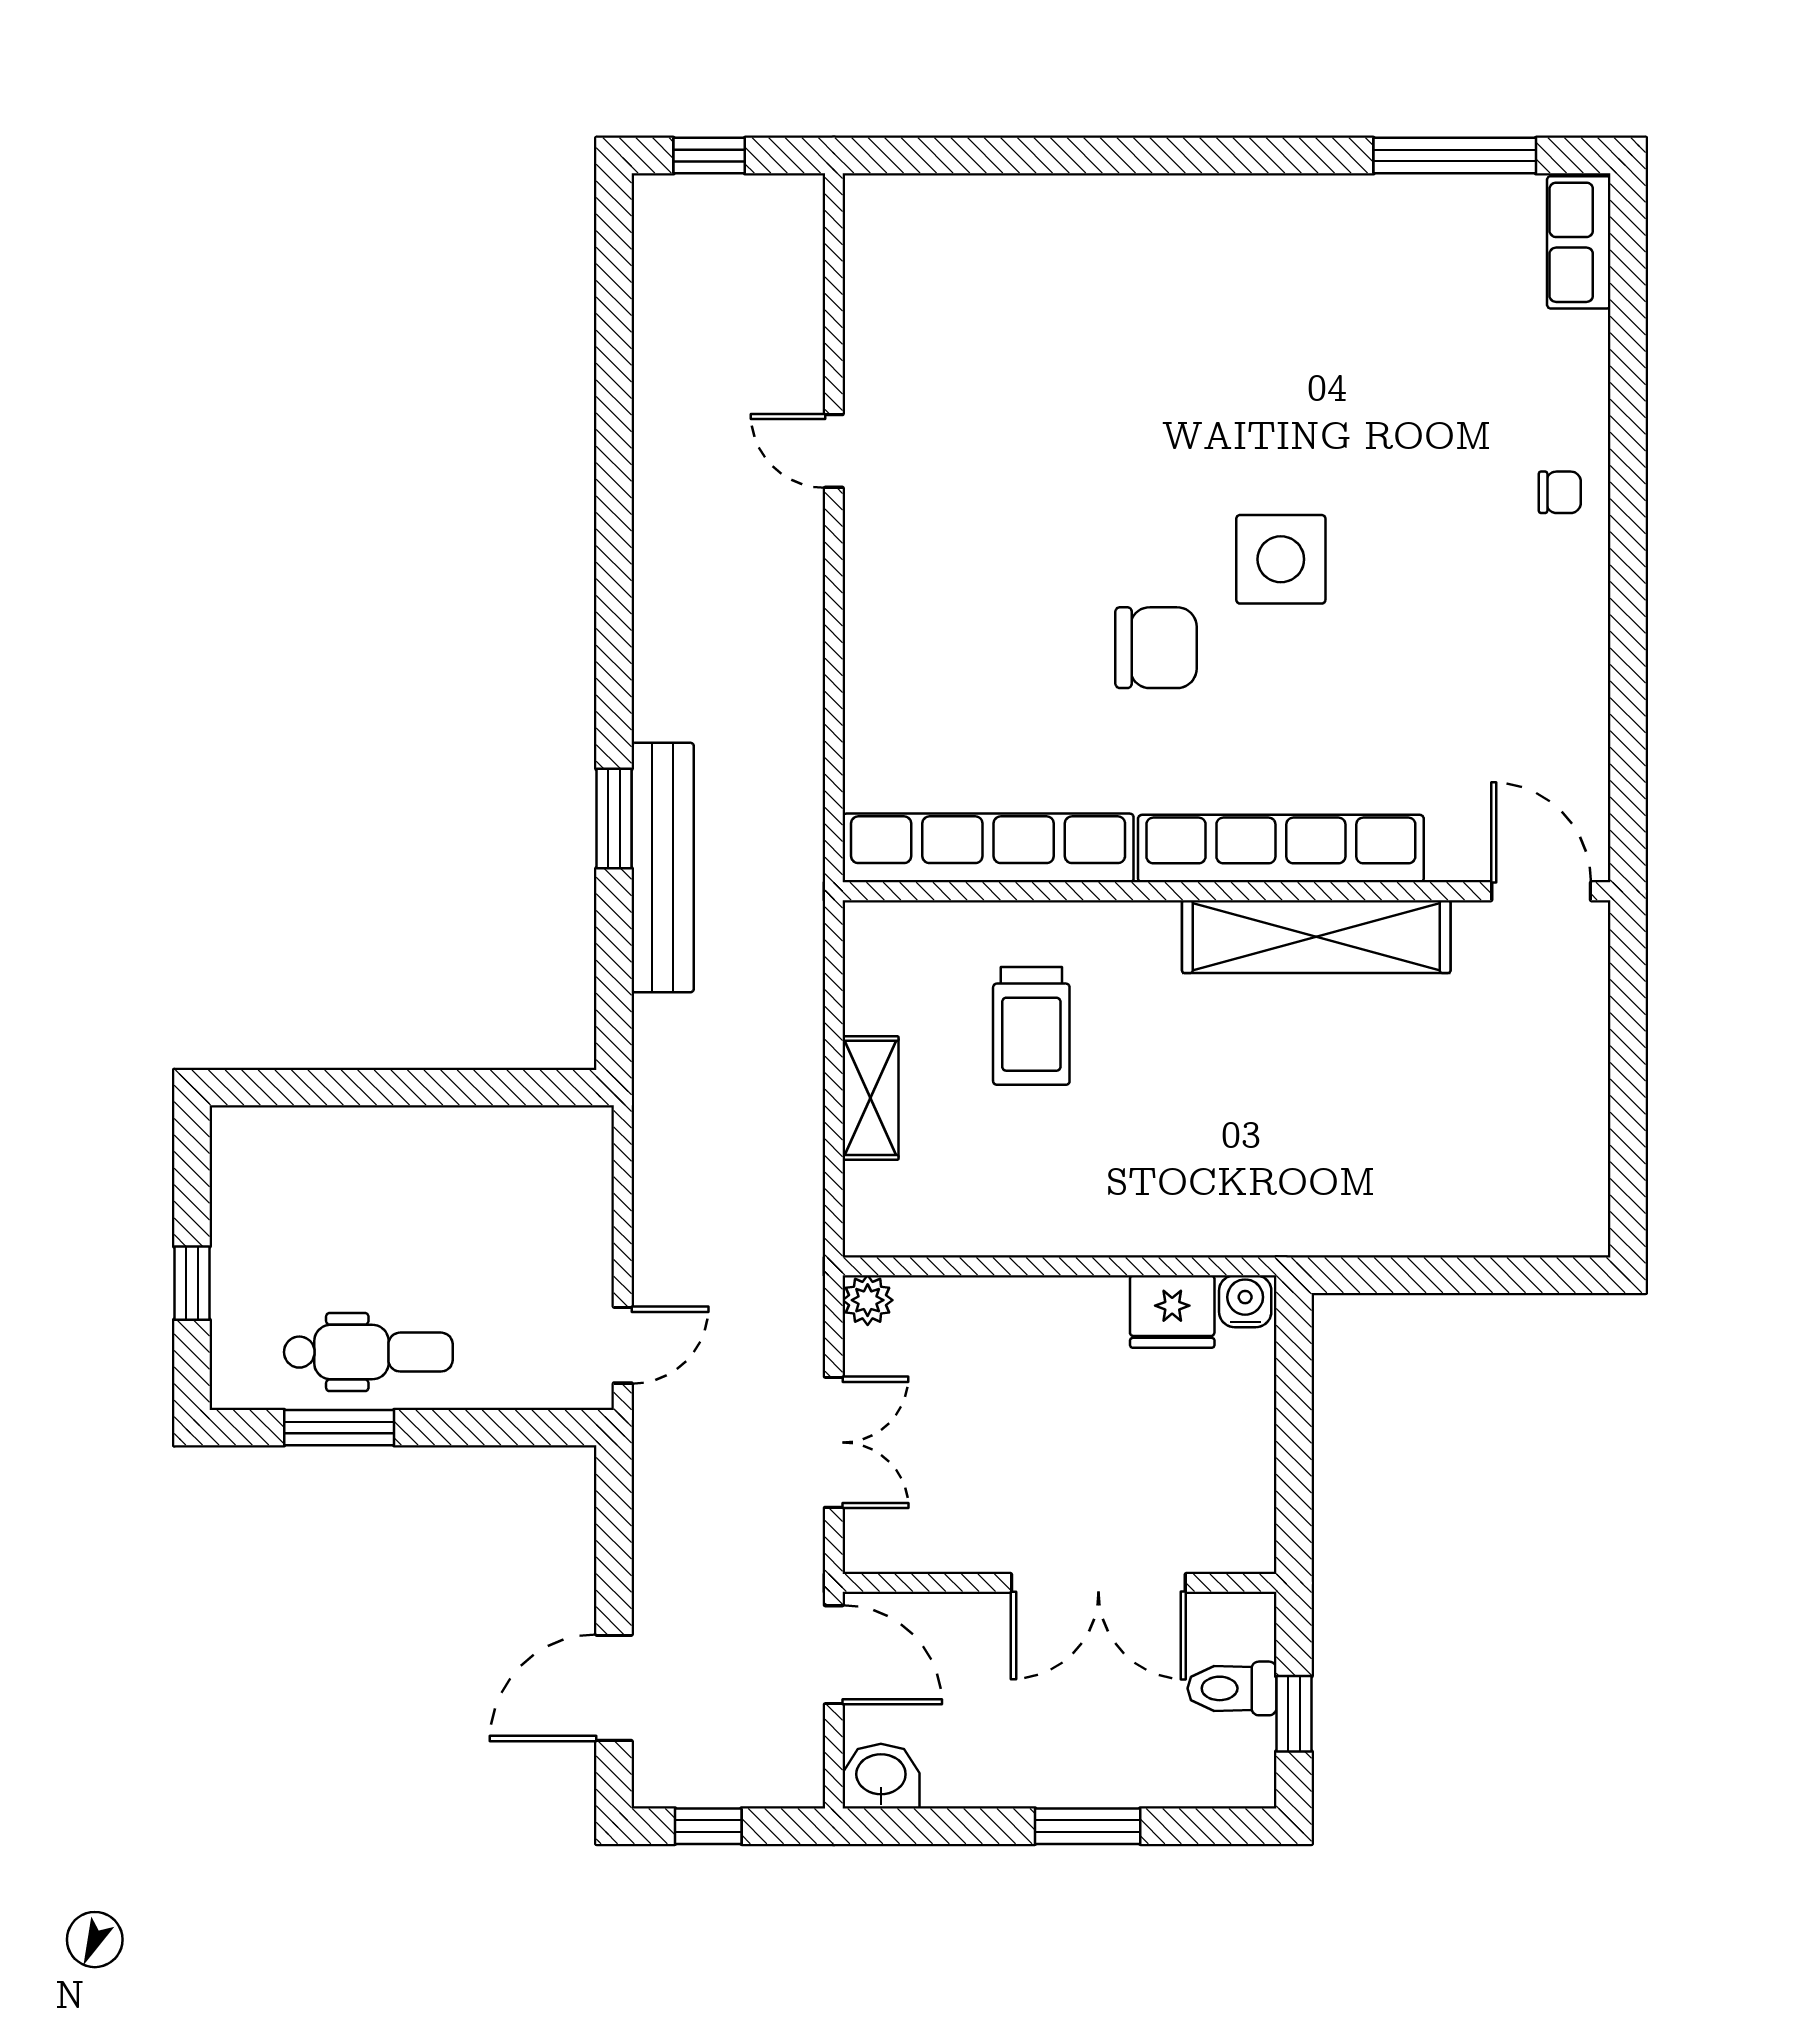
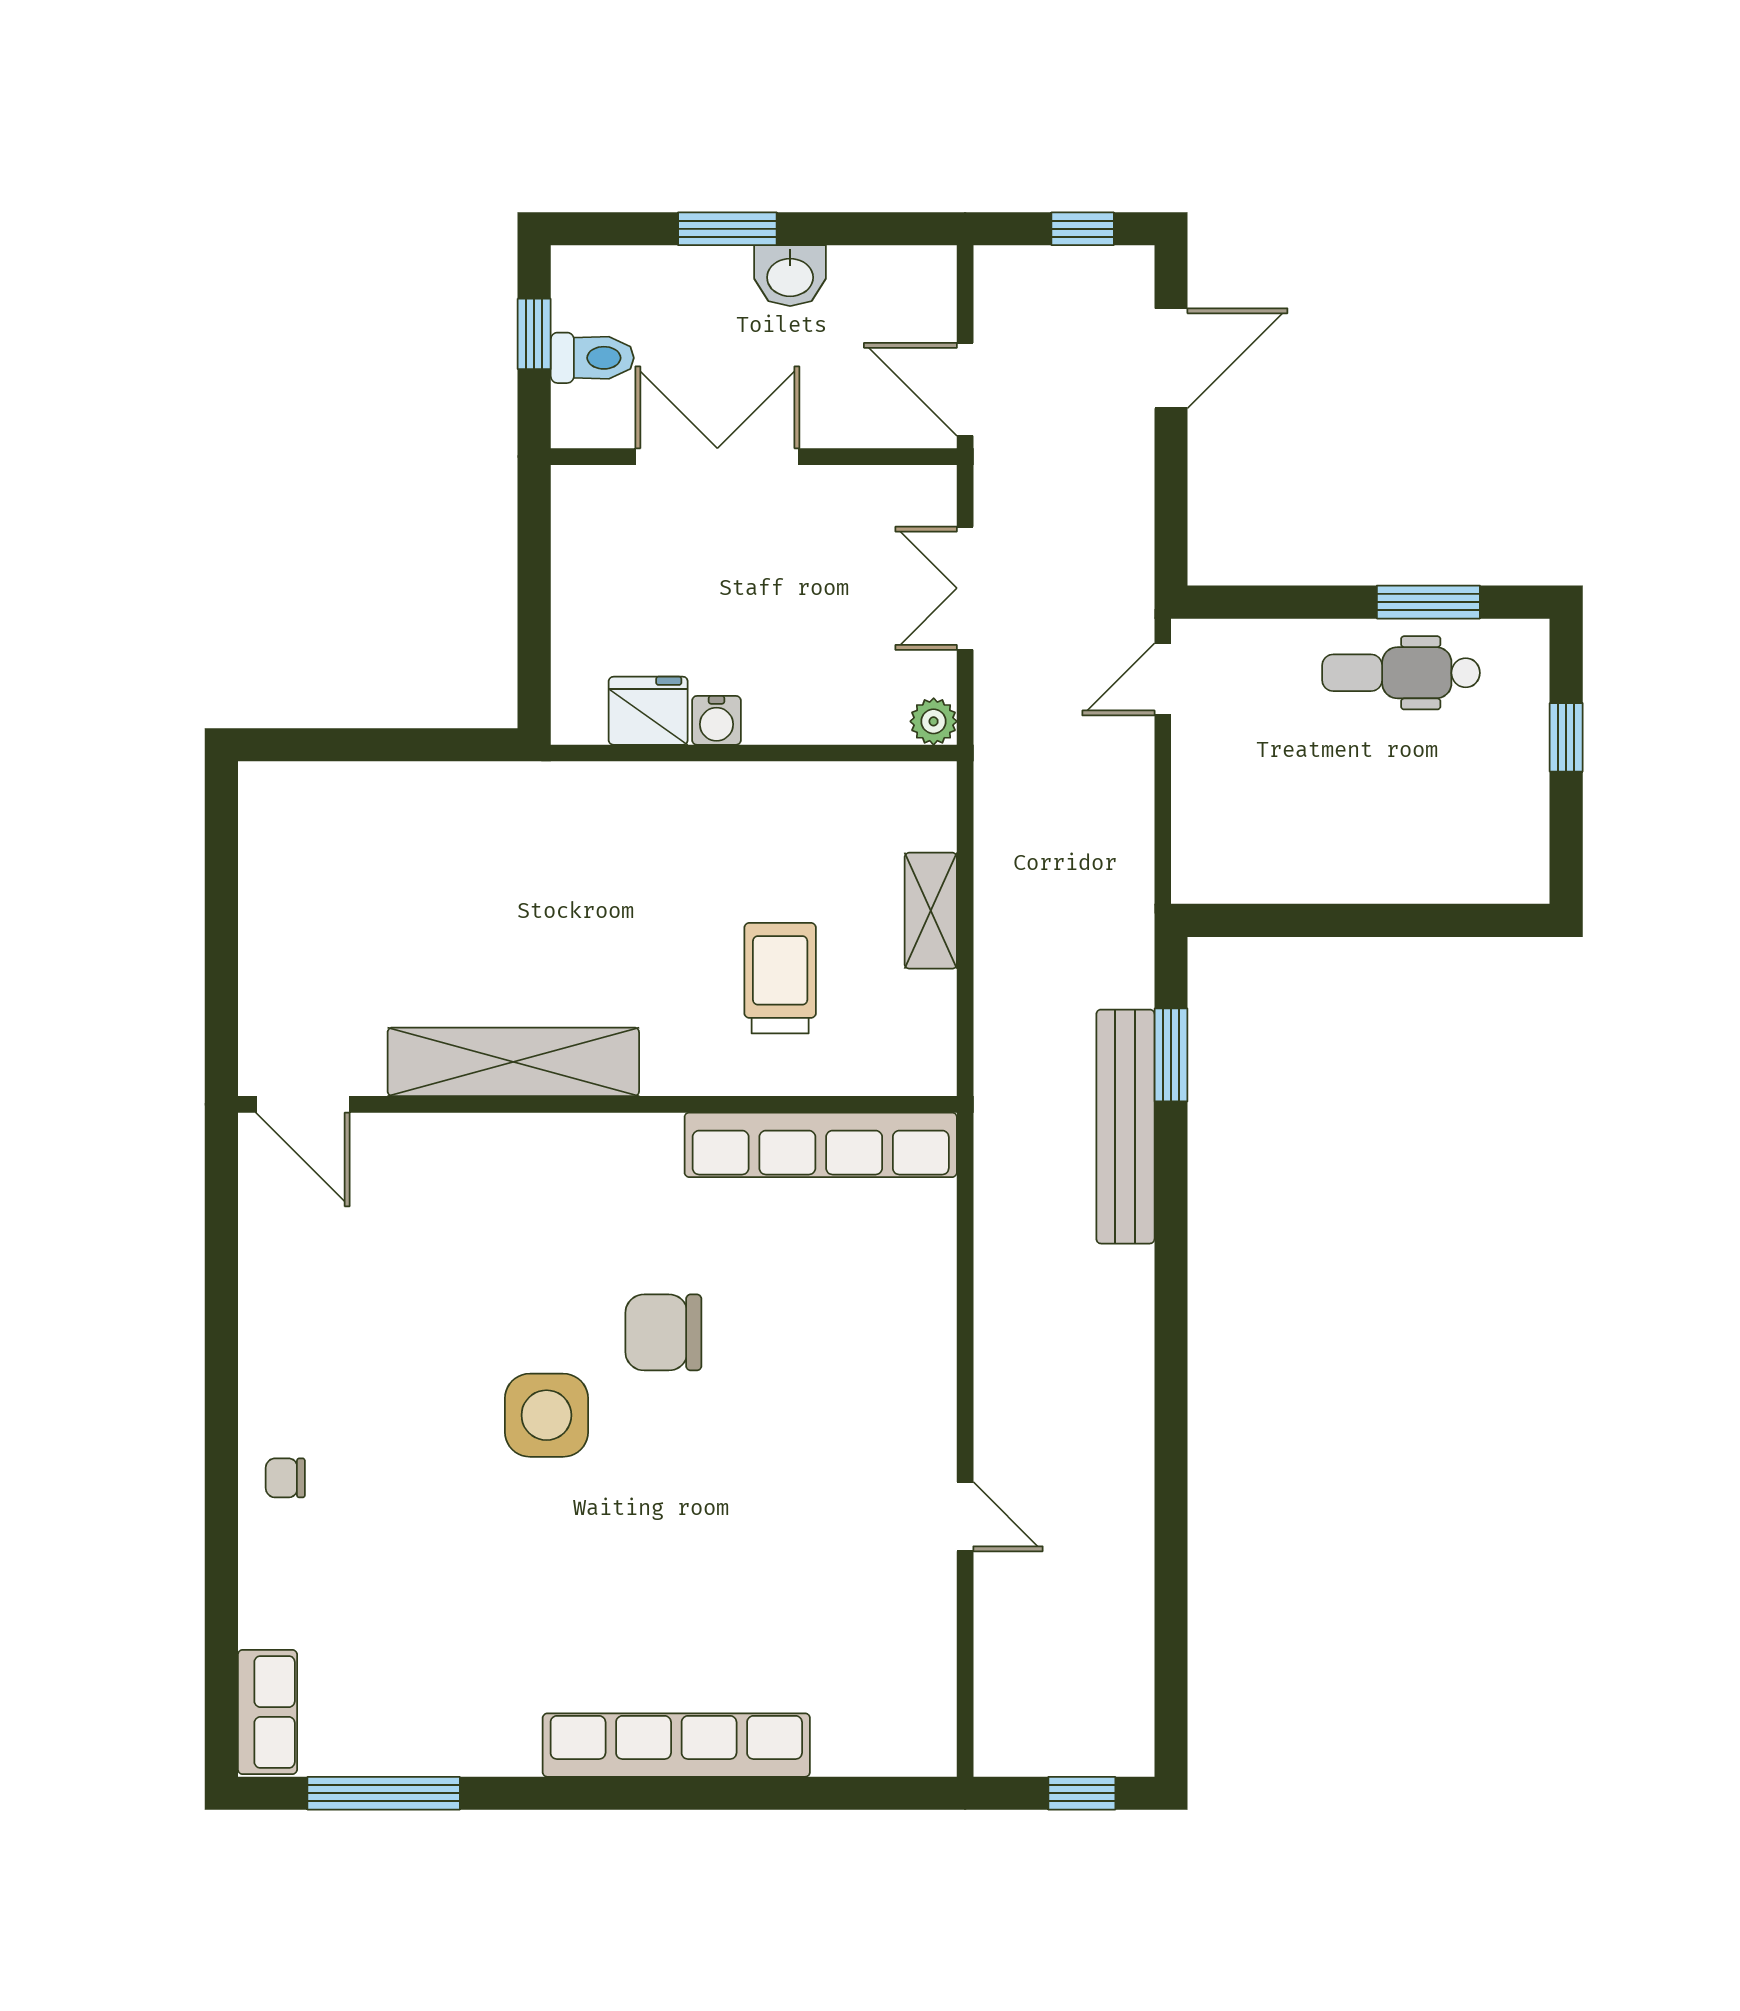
window: (614, 819) -> (1171, 1055), moved
row of seats: (1281, 849) -> (676, 1745), moved, turned 180
water cooler: (1245, 1301) -> (716, 720), moved
washbasin: (881, 1776) -> (790, 276), moved

